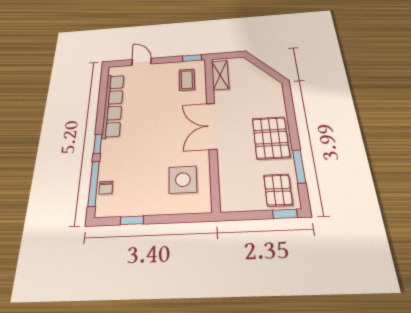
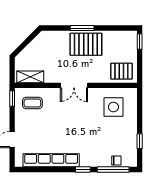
double door: (212, 126) -> (74, 85), width x0.73
window: (299, 166) -> (82, 28), moved
pallet: (278, 190) -> (121, 71), moved

